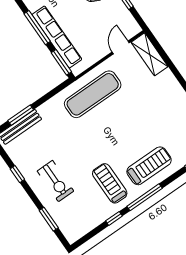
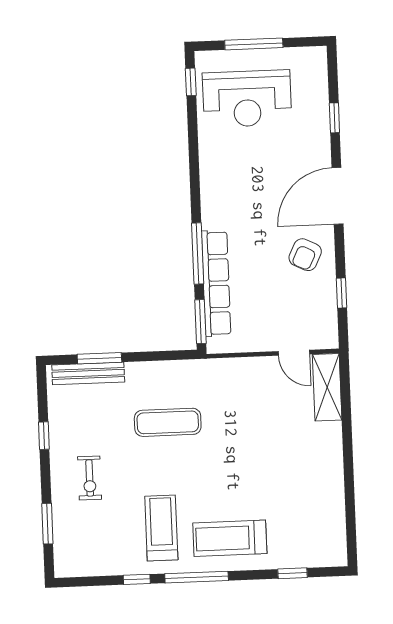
door: (121, 47) -> (294, 353), swing flipped
exercise mat: (93, 94) -> (168, 422), moved, width x0.73, depth x0.69
treadmill: (149, 166) -> (230, 538), turned 180
exercise bike: (56, 181) -> (90, 478), width x0.73, depth x0.72

